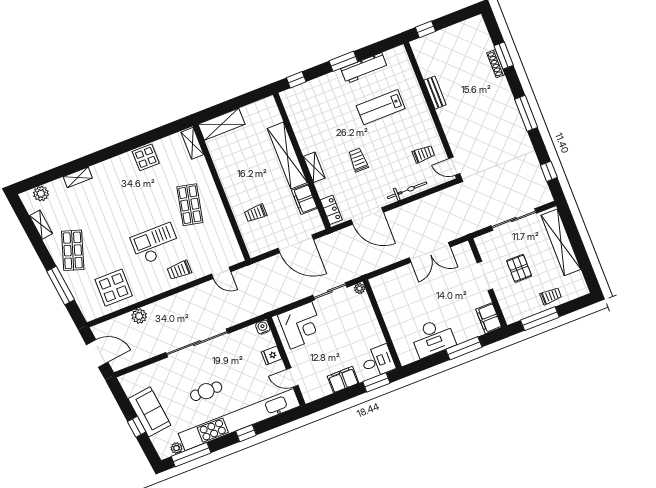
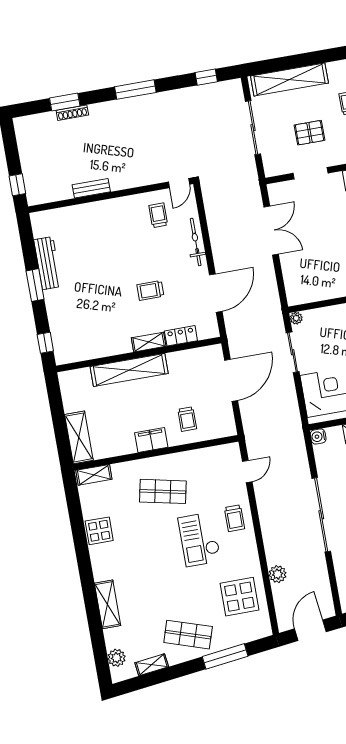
lab bench: (381, 107) -> (95, 253), removed
shelving: (78, 177) -> (107, 604), width x1.50, depth x1.33
filing cabinet: (304, 199) -> (151, 440), moved, turned 180
locker: (331, 210) -> (181, 336), moved

